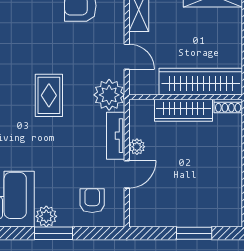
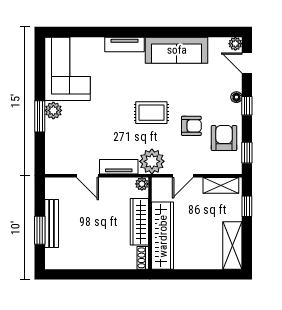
plant: (137, 147) -> (142, 184), moved
armchair: (92, 201) -> (191, 126), moved
bench: (186, 219) -> (52, 224), added

